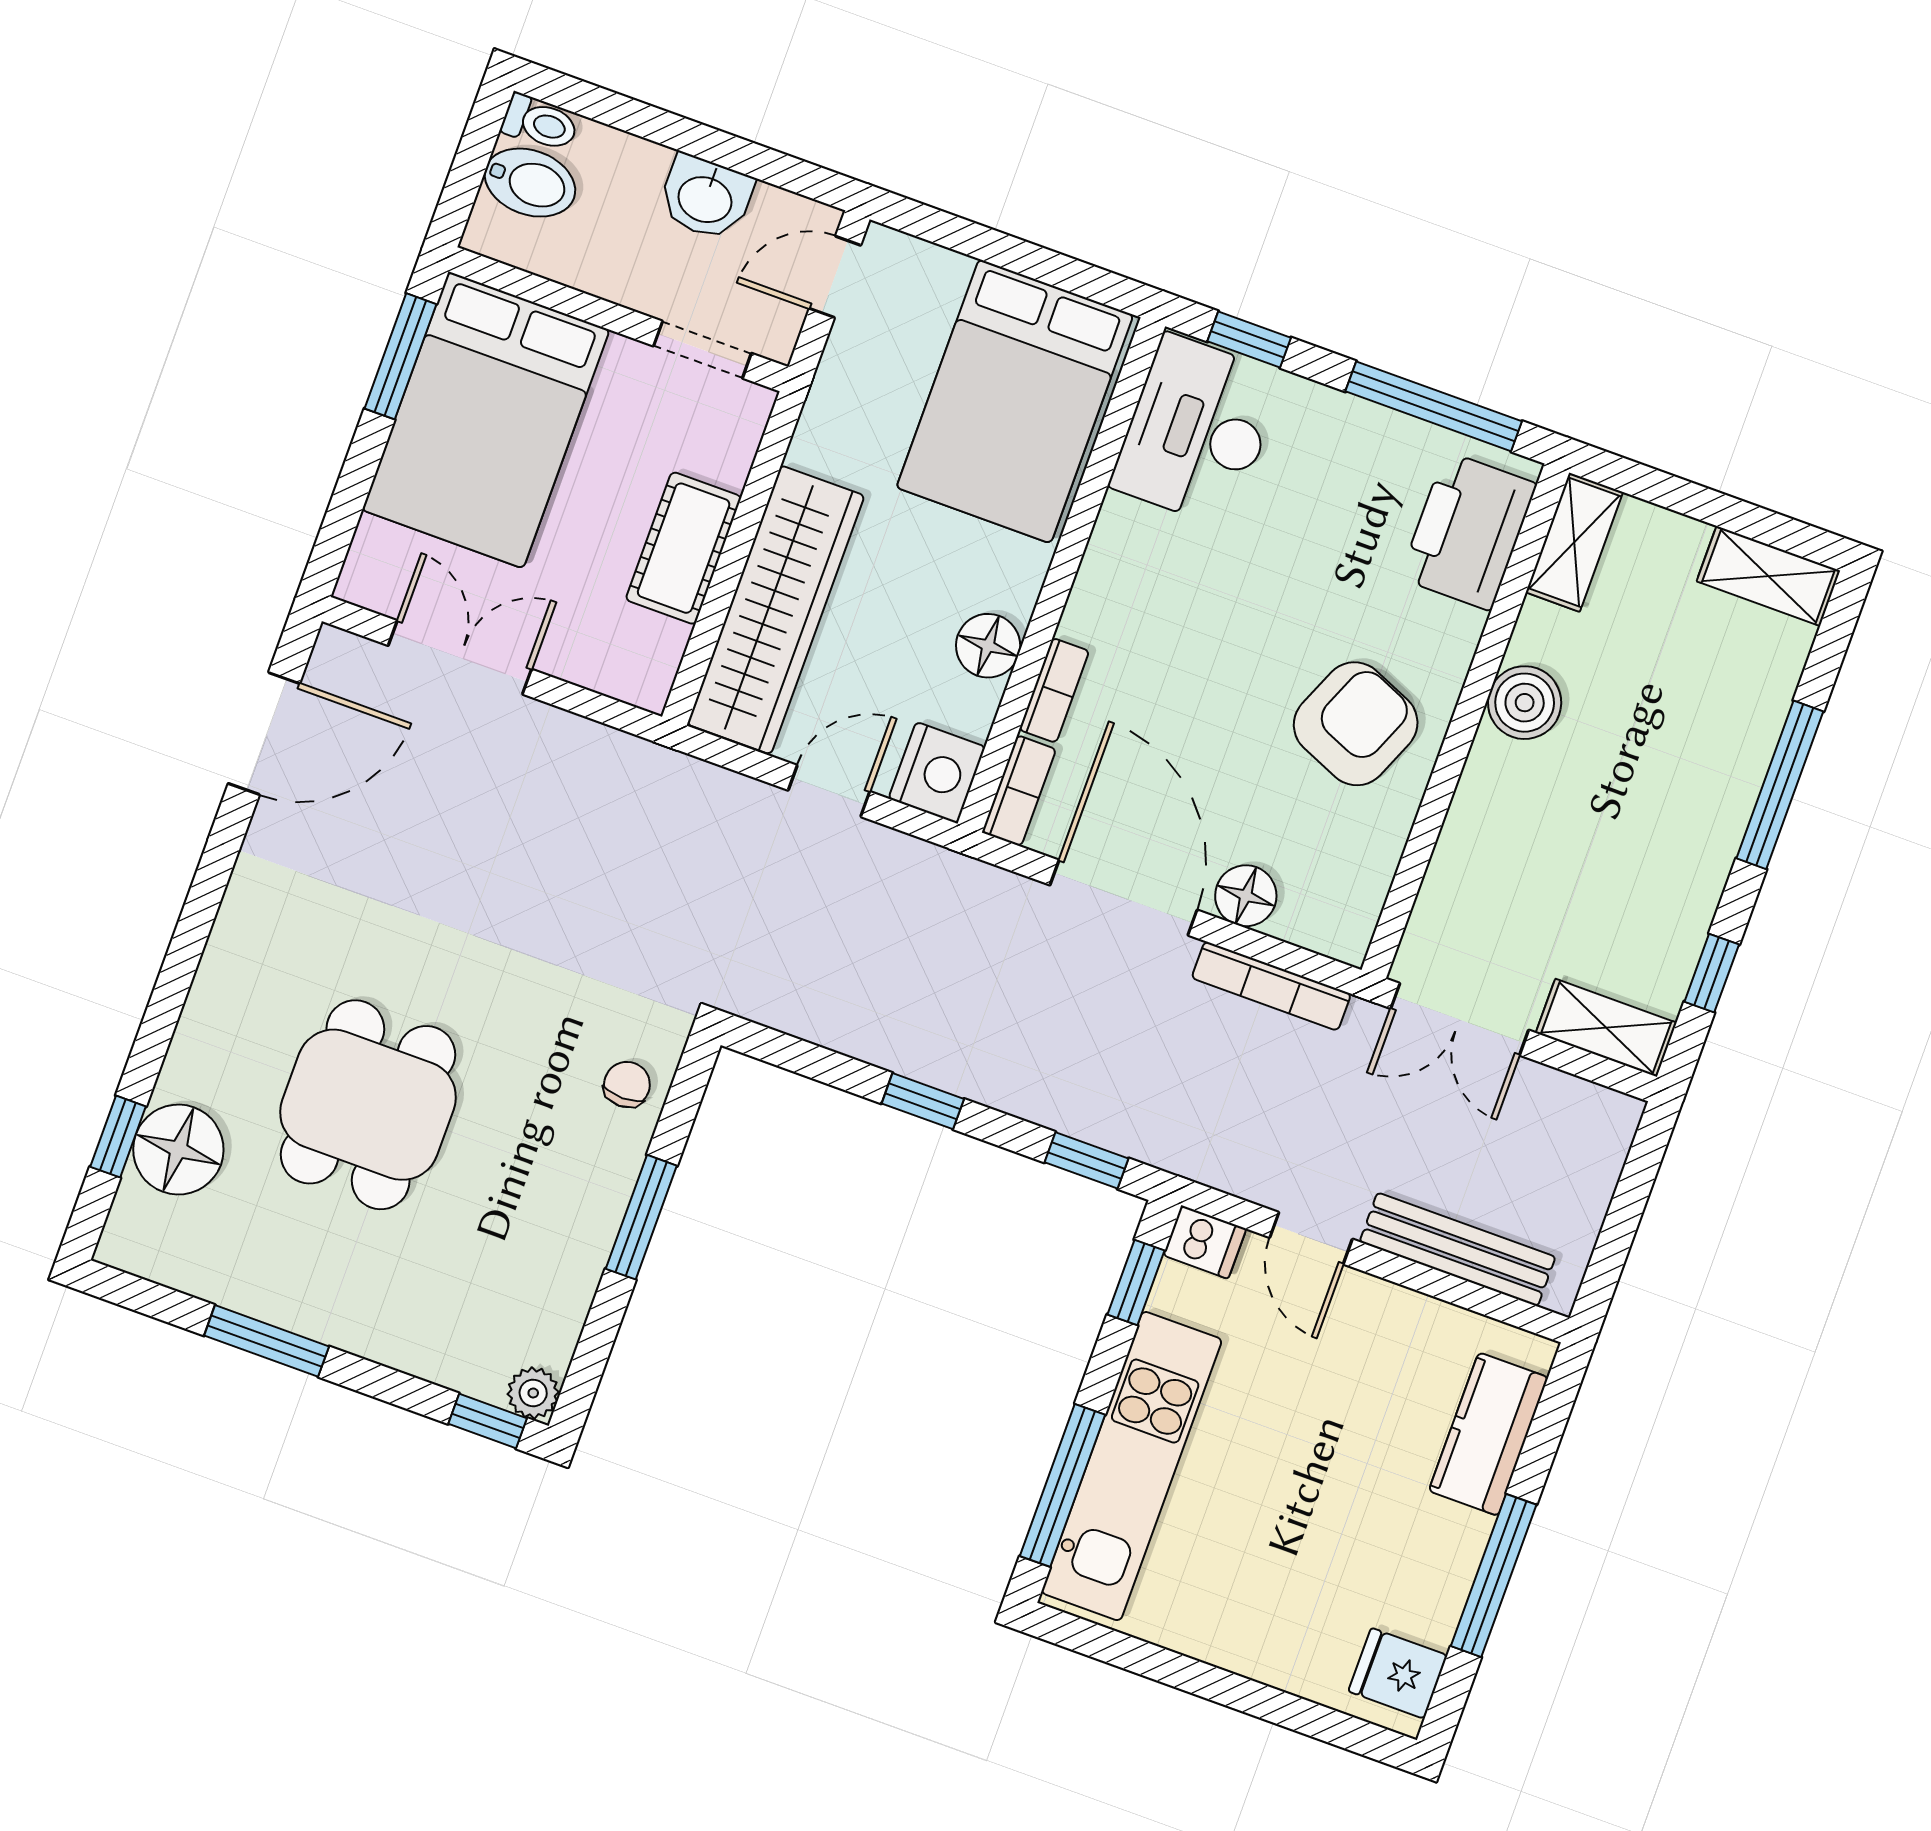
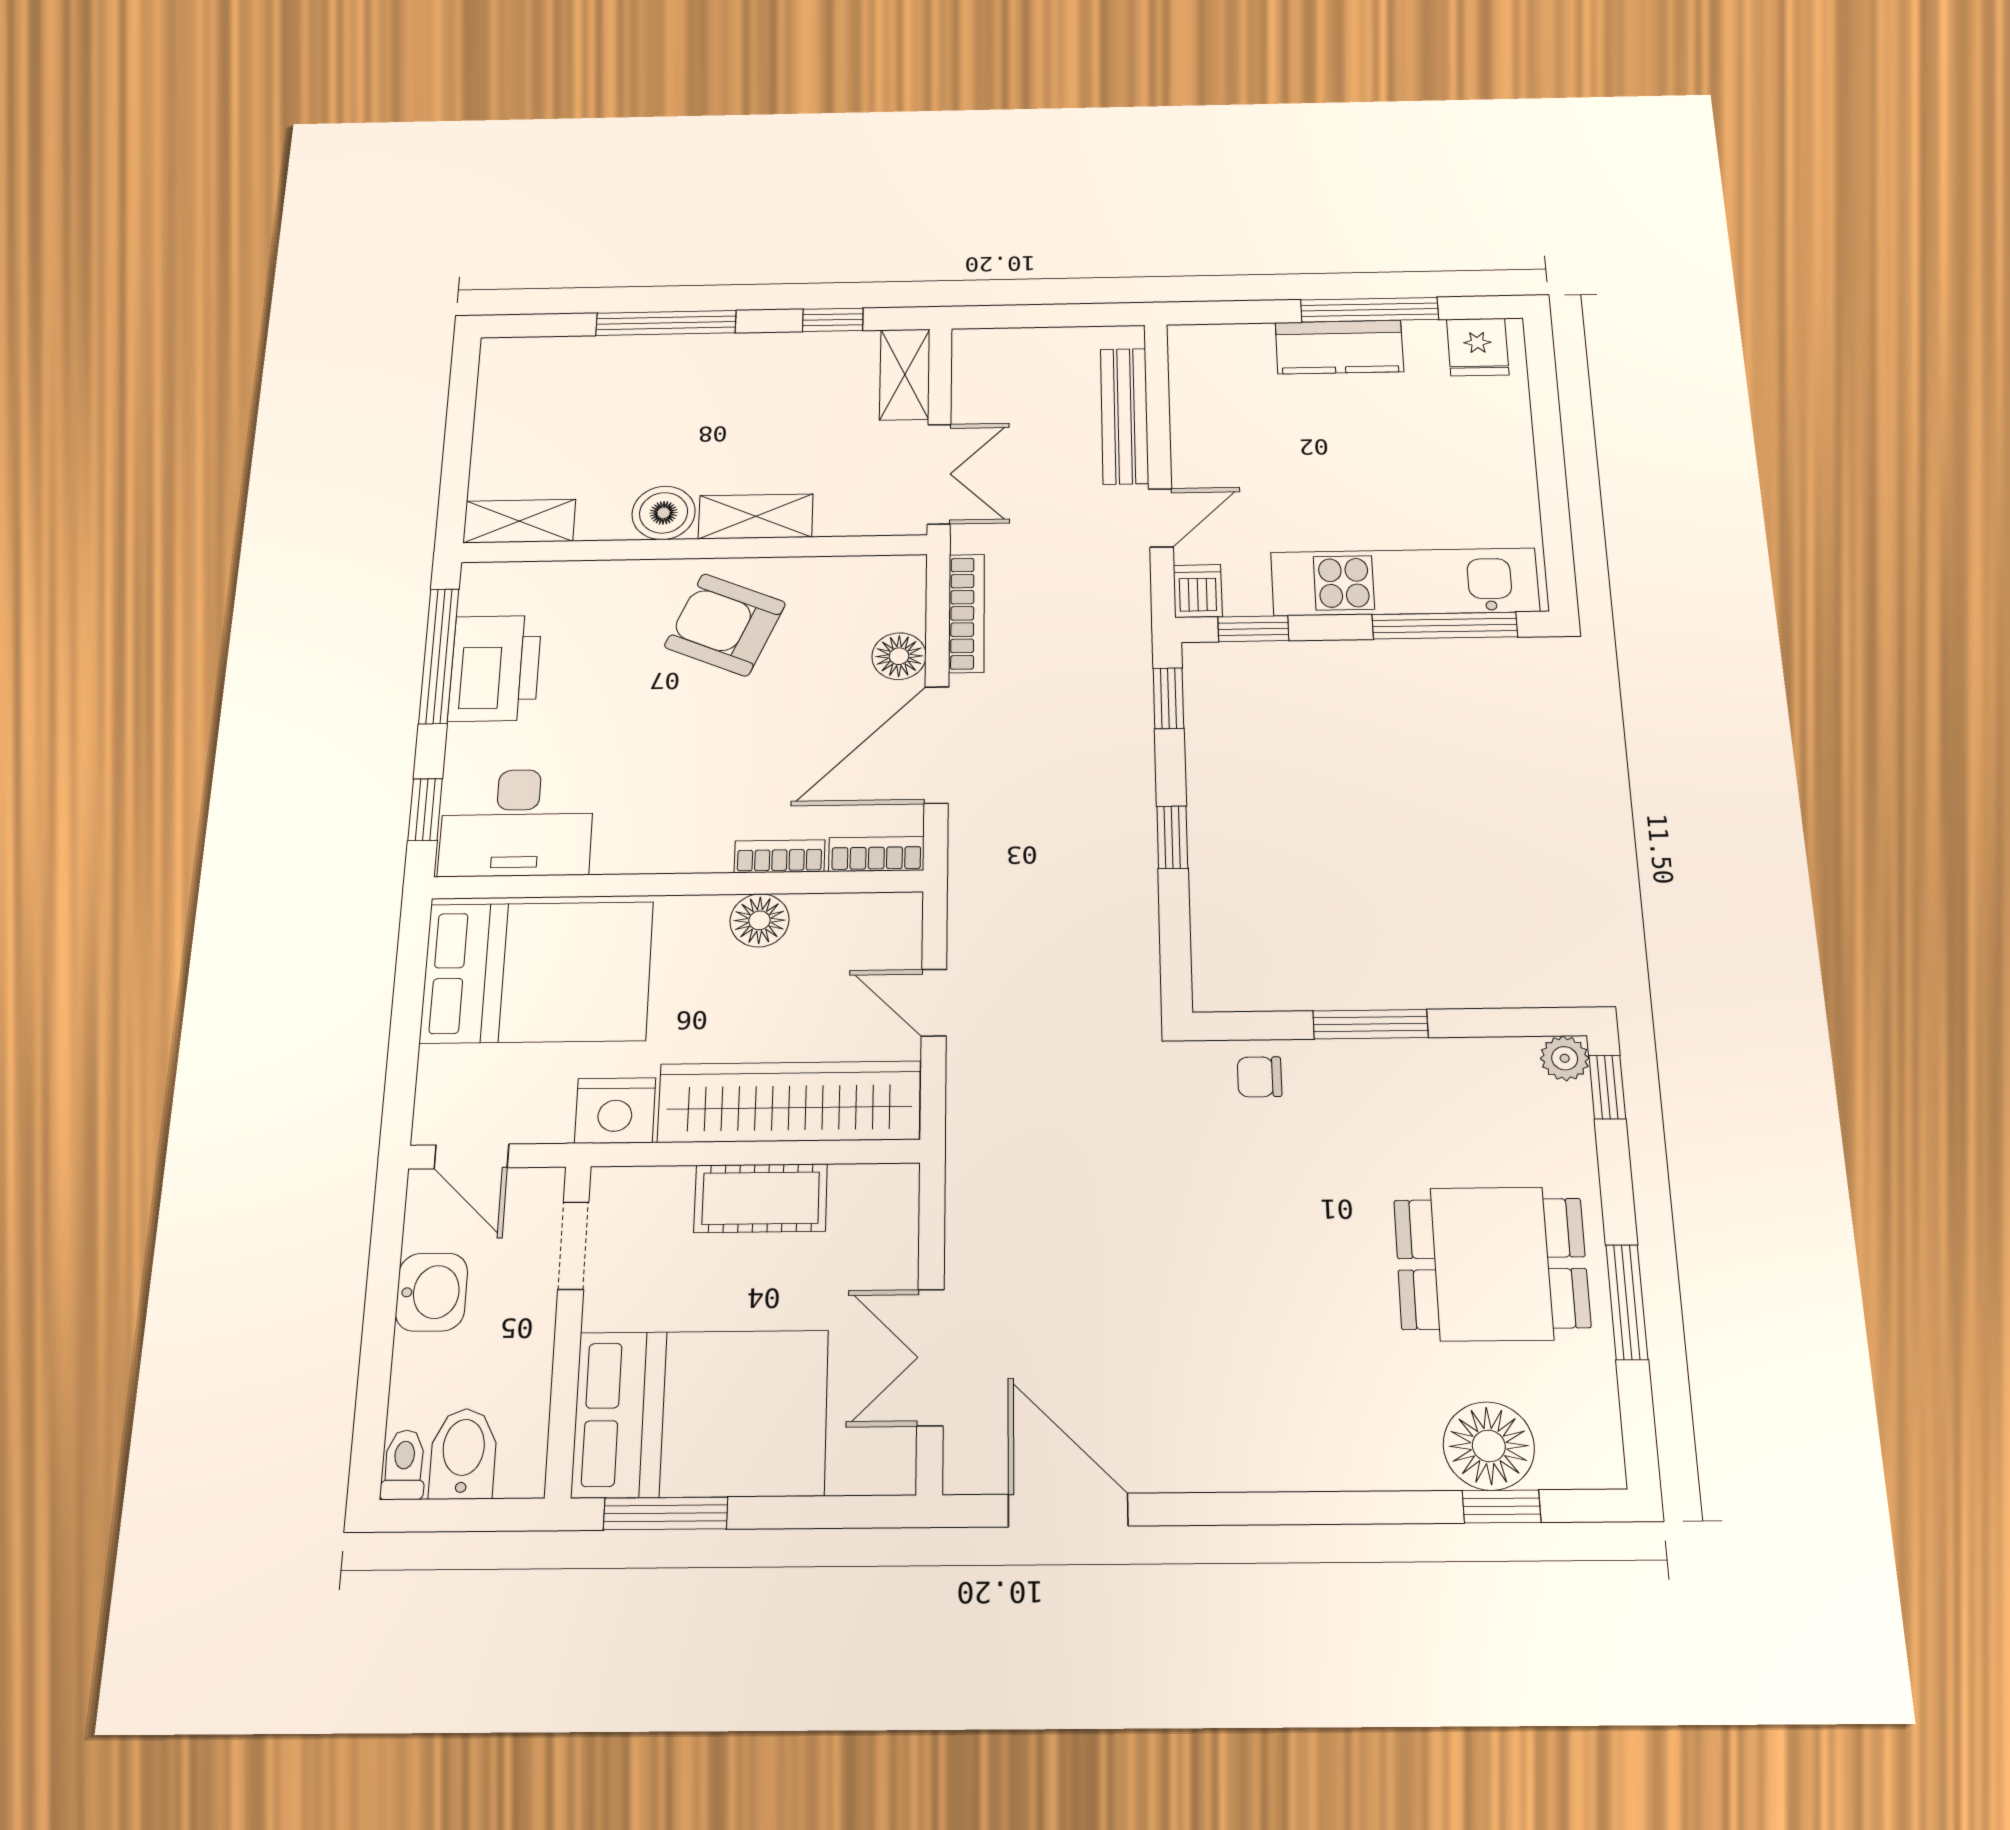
printer: (1468, 531) -> (495, 668), moved, turned -90
shelving: (1768, 576) -> (756, 516), moved, turned 90
nightstand: (937, 773) -> (615, 1111), moved, turned 180
dining table: (368, 1105) -> (1492, 1263), moved
kitchen counter: (1488, 1434) -> (1339, 347), moved

